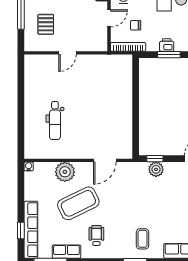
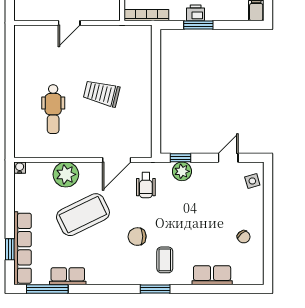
trolley: (93, 108) -> (102, 93), added
chair: (121, 221) -> (137, 237), added
wheelchair: (96, 235) -> (146, 185), moved, turned 180

